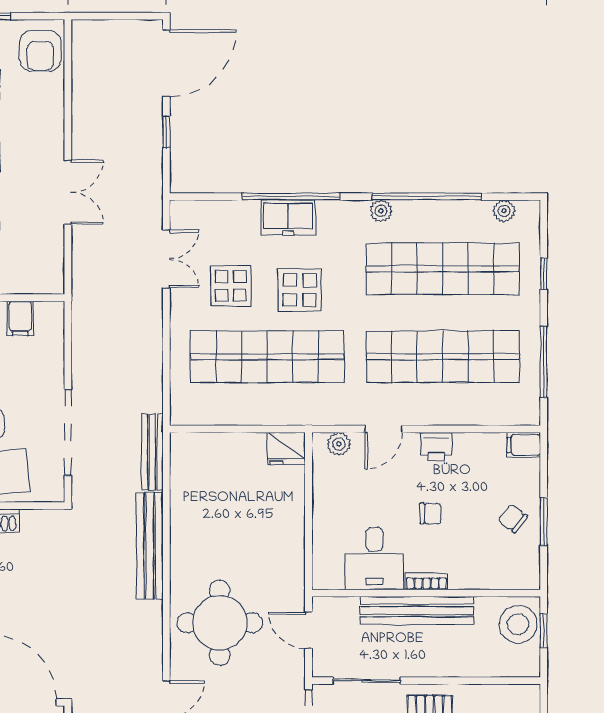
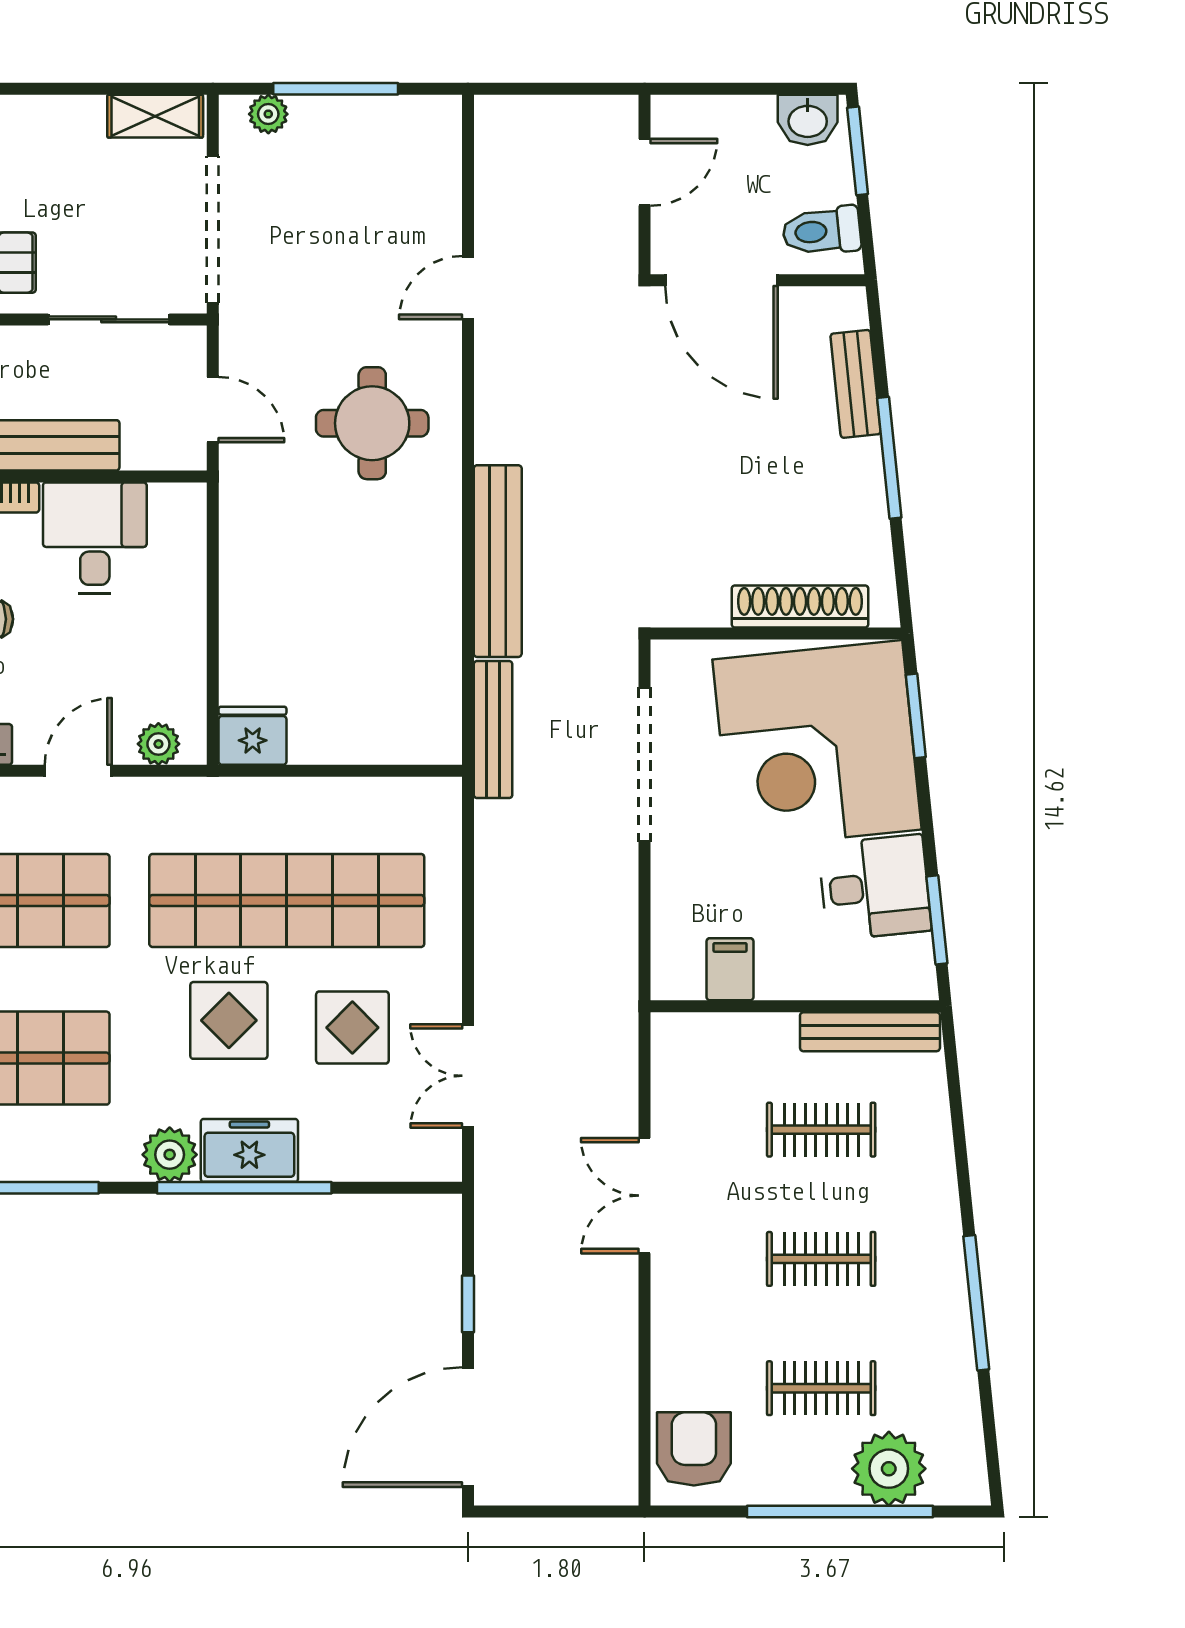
plant: (381, 211) -> (170, 1155), moved, width x1.38, depth x1.38
round table: (220, 623) -> (372, 423), width x0.73, depth x0.73

